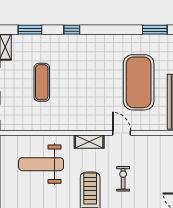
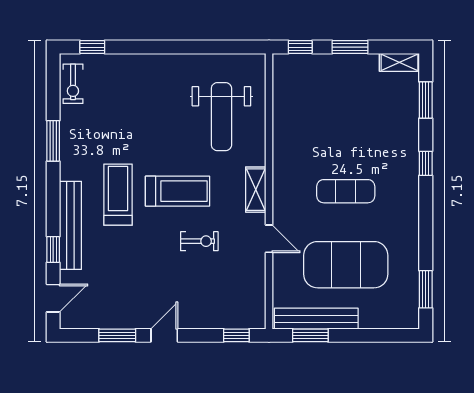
exercise mat: (42, 82) -> (346, 191), moved
door: (122, 133) -> (269, 239), hinge flipped
weight bench: (41, 164) -> (221, 117), turned 180

